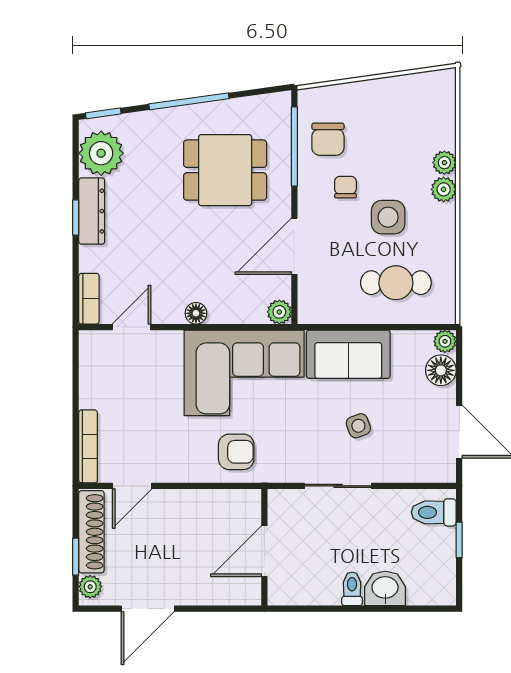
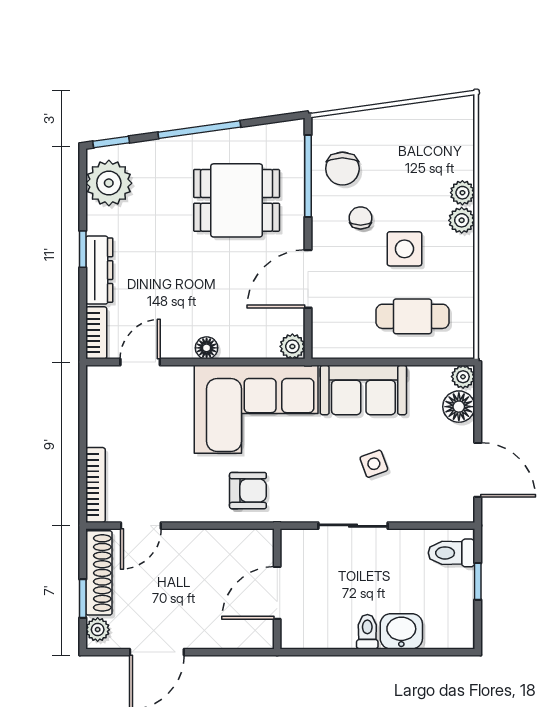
dresser: (92, 211) -> (99, 270), moved

